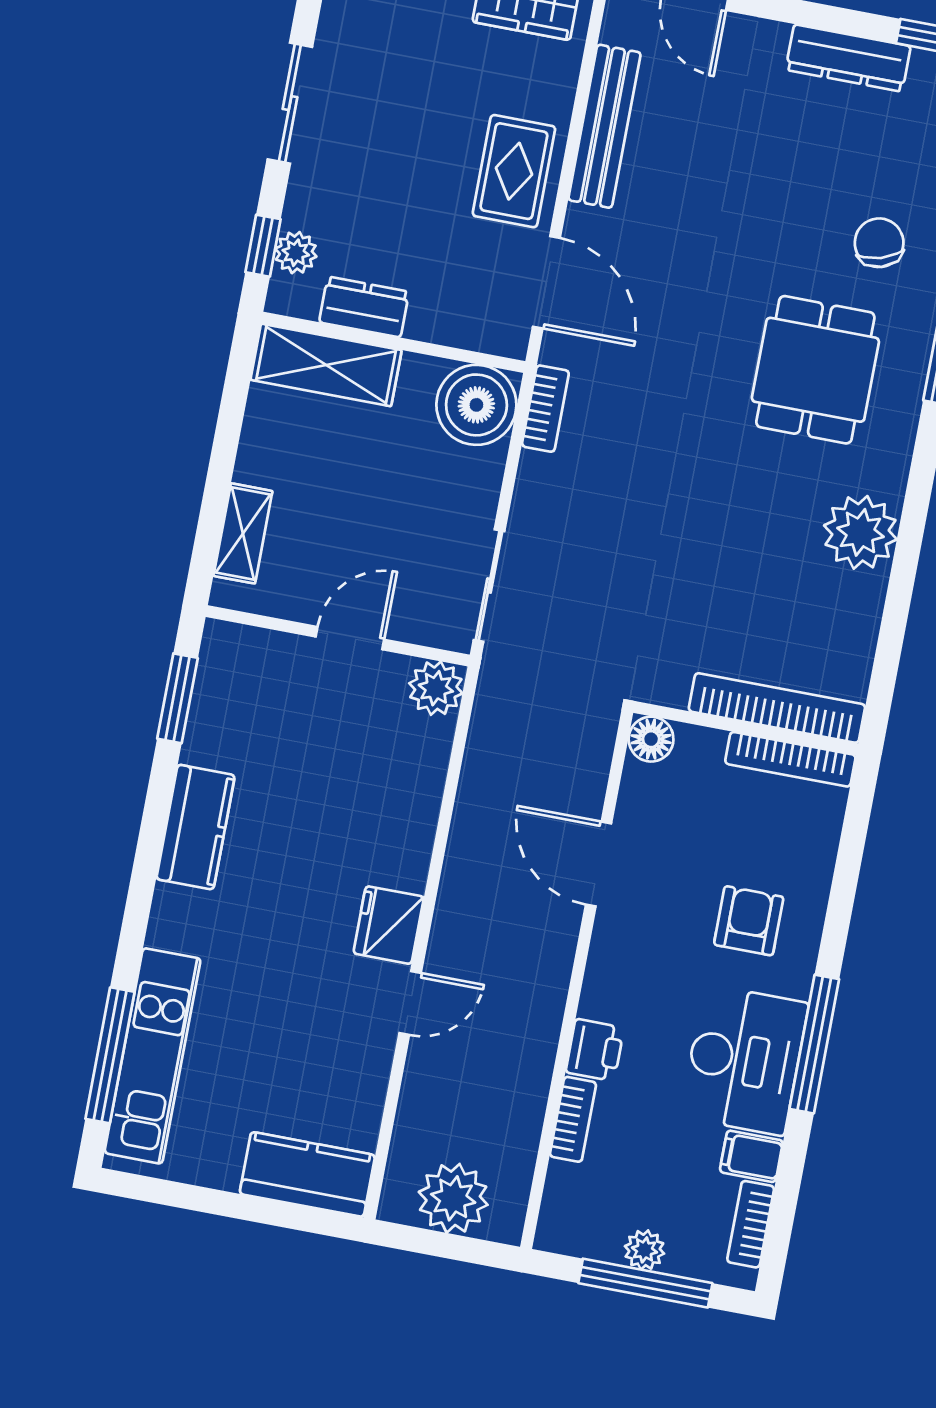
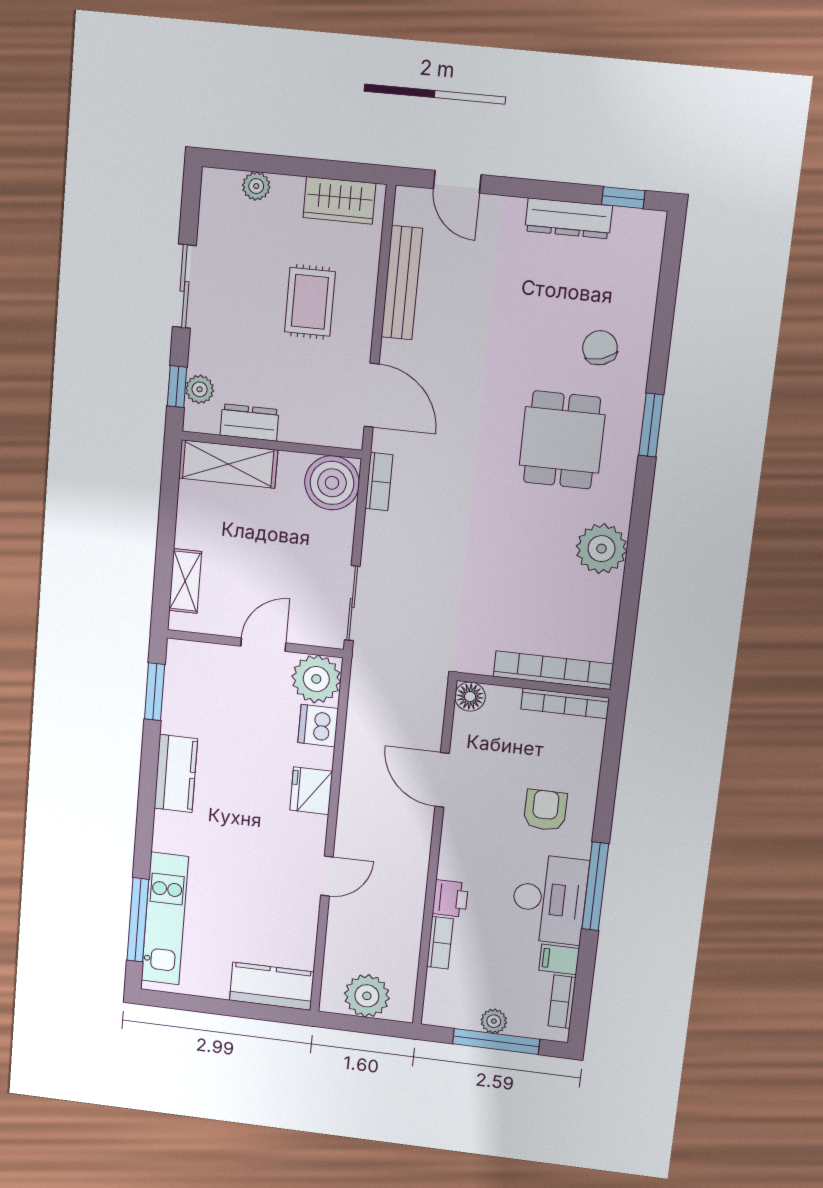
rug: (514, 171) -> (310, 302), moved
plant: (436, 688) -> (316, 679), width x1.36, depth x1.36
dishwasher: (420, 768) -> (318, 726), added
fridge: (389, 925) -> (311, 791), moved

